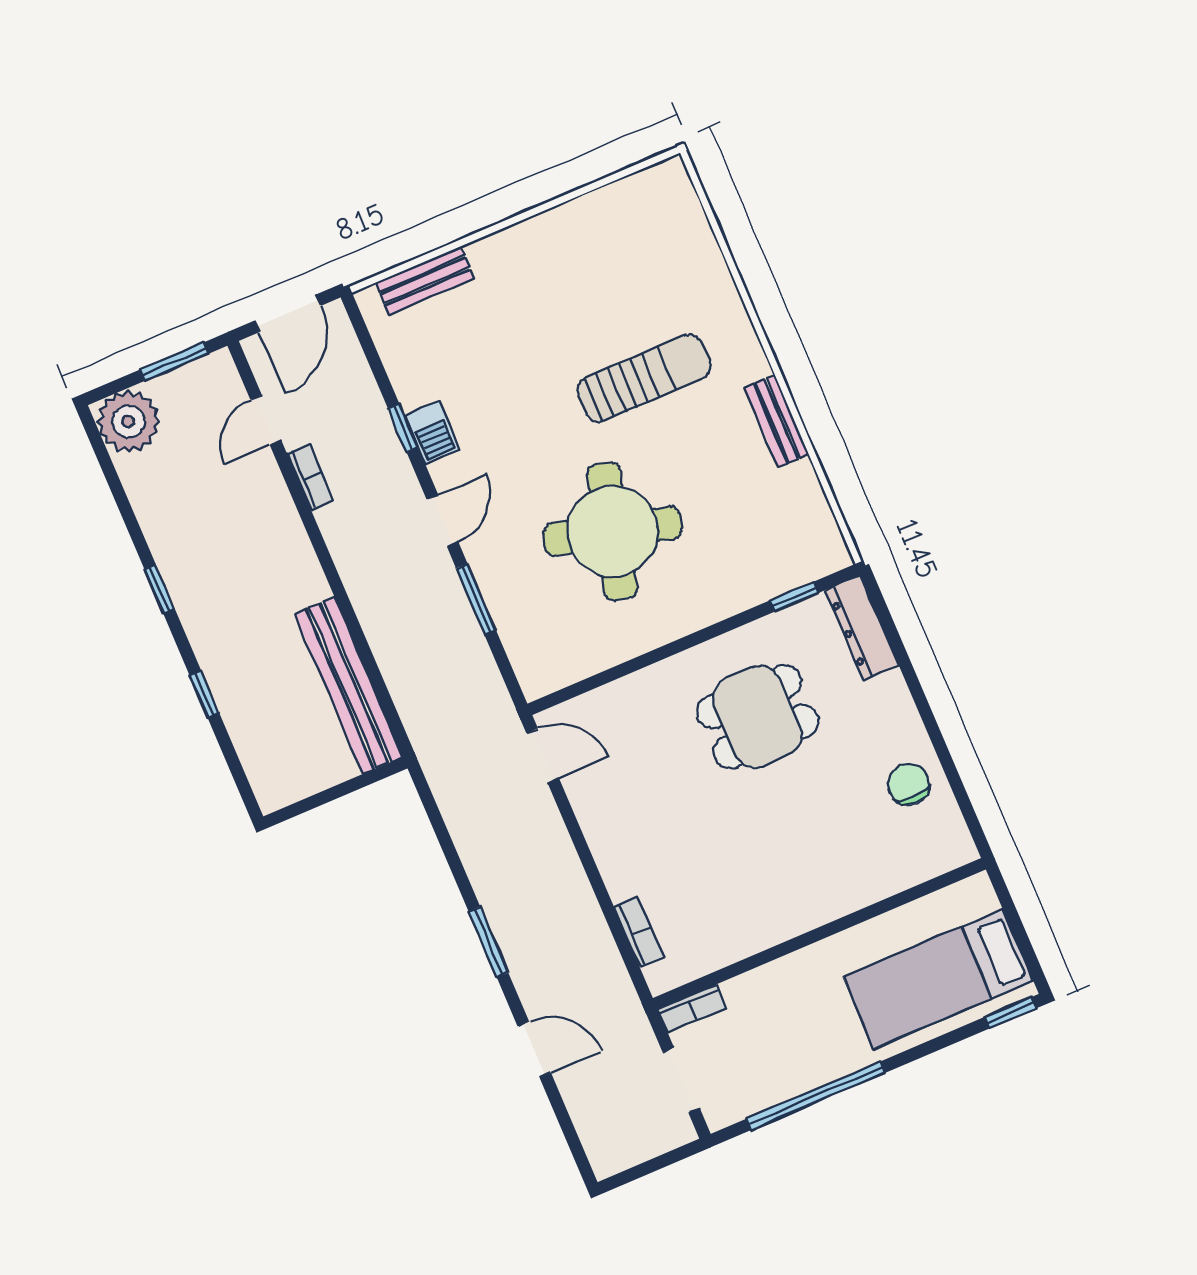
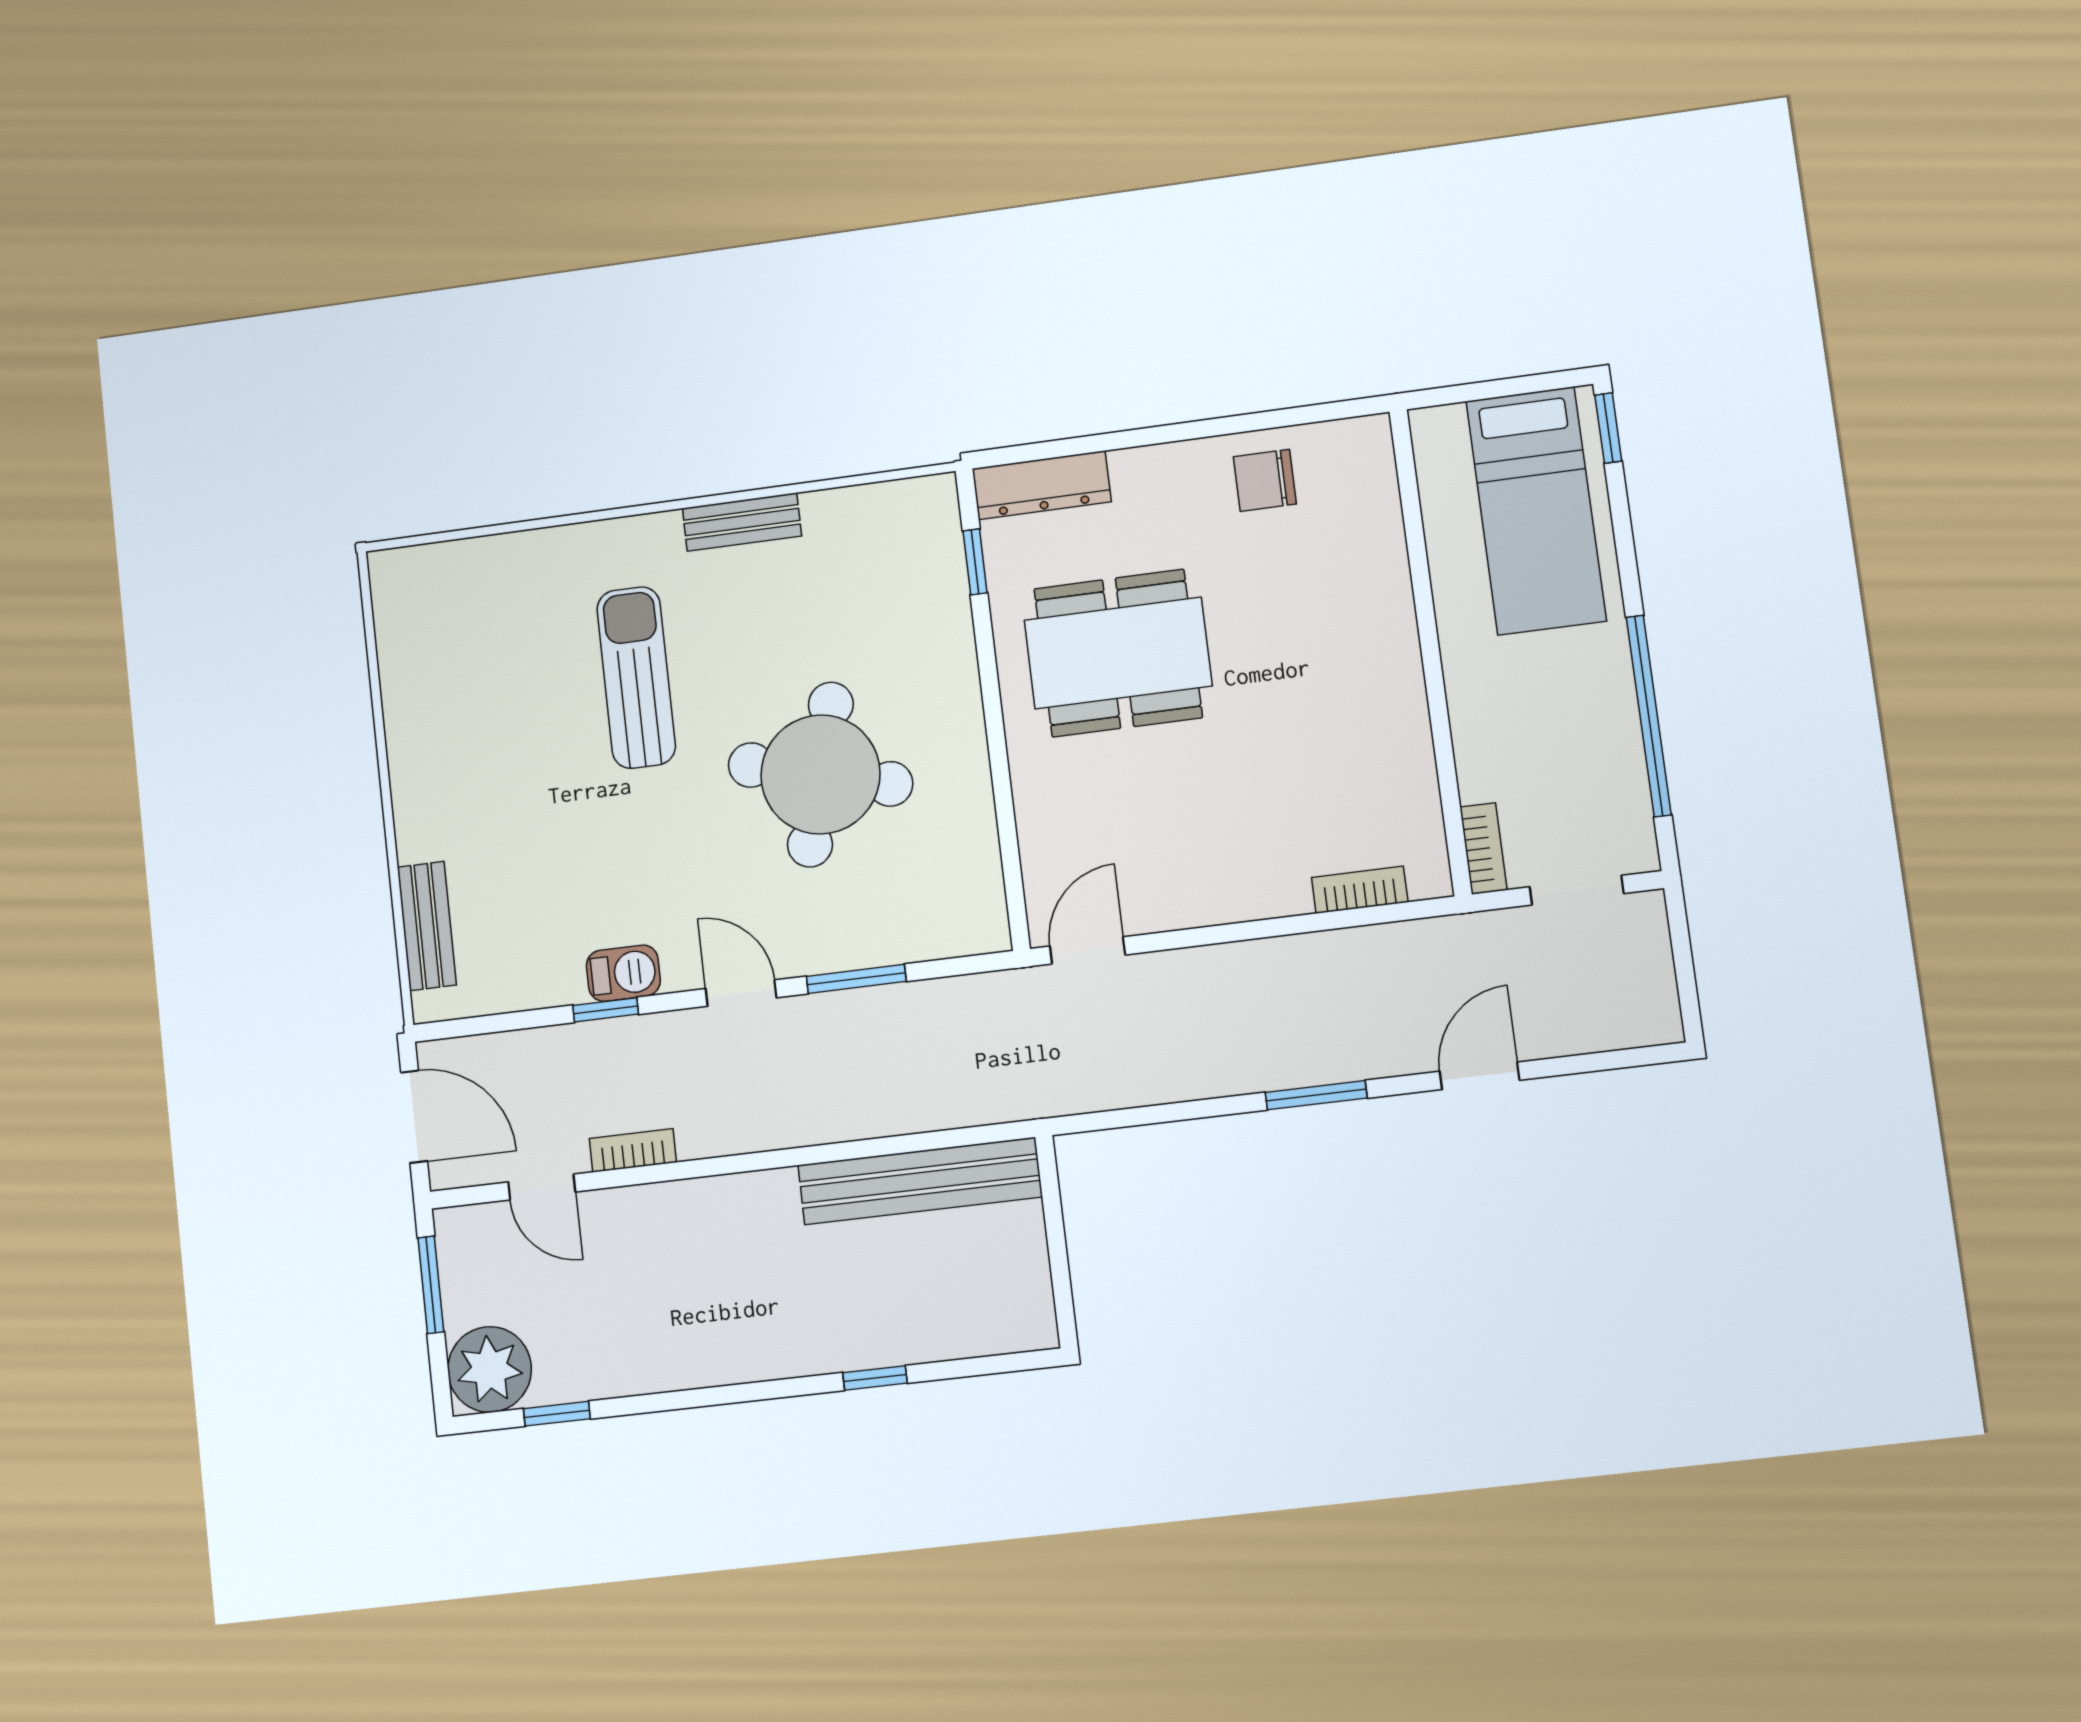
window: (159, 589) -> (557, 1414), moved
dining table: (757, 717) -> (1118, 653), width x1.38

